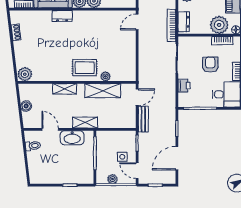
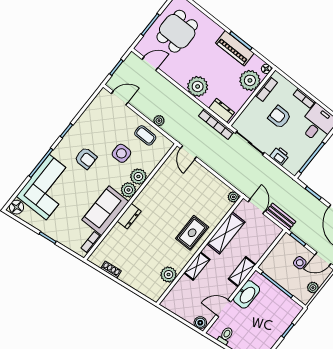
plant: (25, 74) -> (169, 275), moved
plant: (105, 76) -> (233, 197), moved
boiler: (26, 106) -> (200, 323), moved

